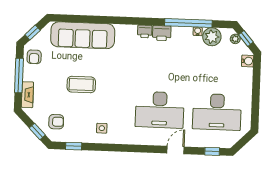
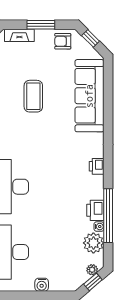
printer: (162, 33) -> (95, 210), moved
water cooler: (248, 61) -> (42, 285), moved
window: (19, 75) -> (41, 25), width x0.69

